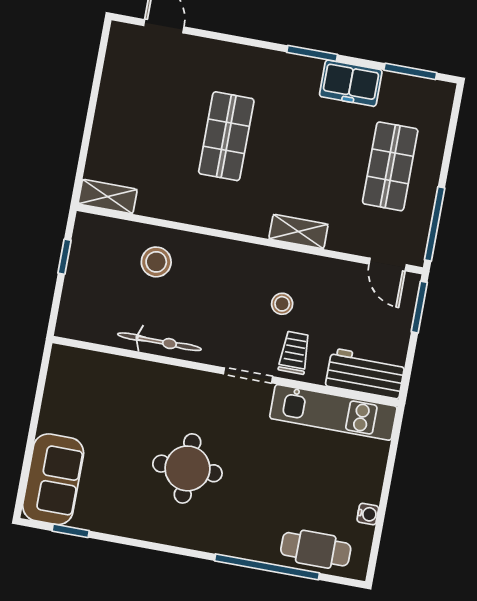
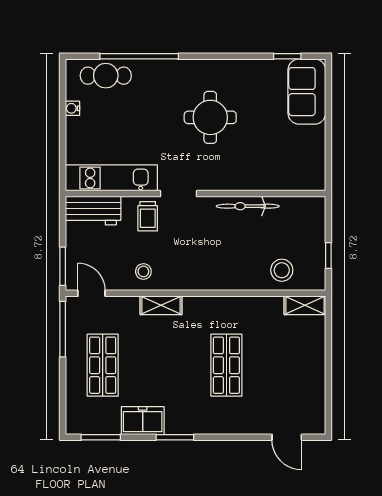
stool: (156, 262) -> (282, 270), moved
stool: (282, 304) -> (143, 271), moved

